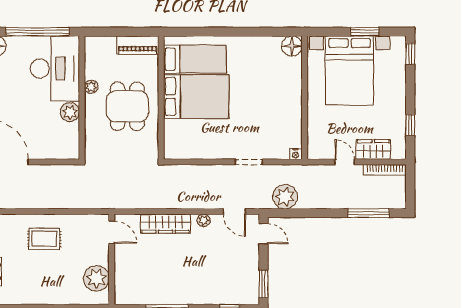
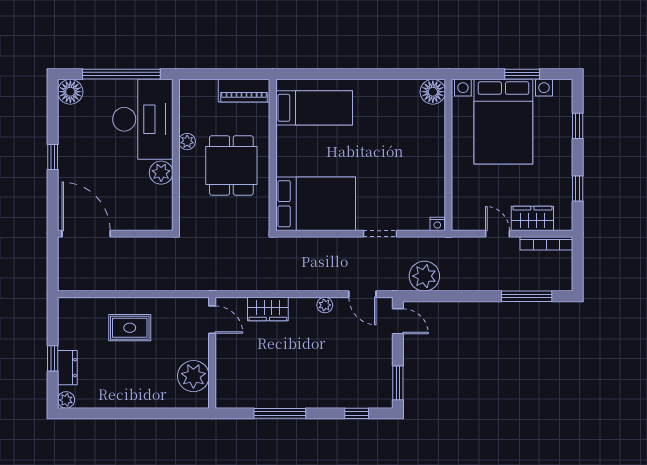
window: (410, 54) -> (578, 126), moved
bed: (196, 97) -> (316, 204), moved
wardrobe: (165, 224) -> (268, 309), width x0.67

